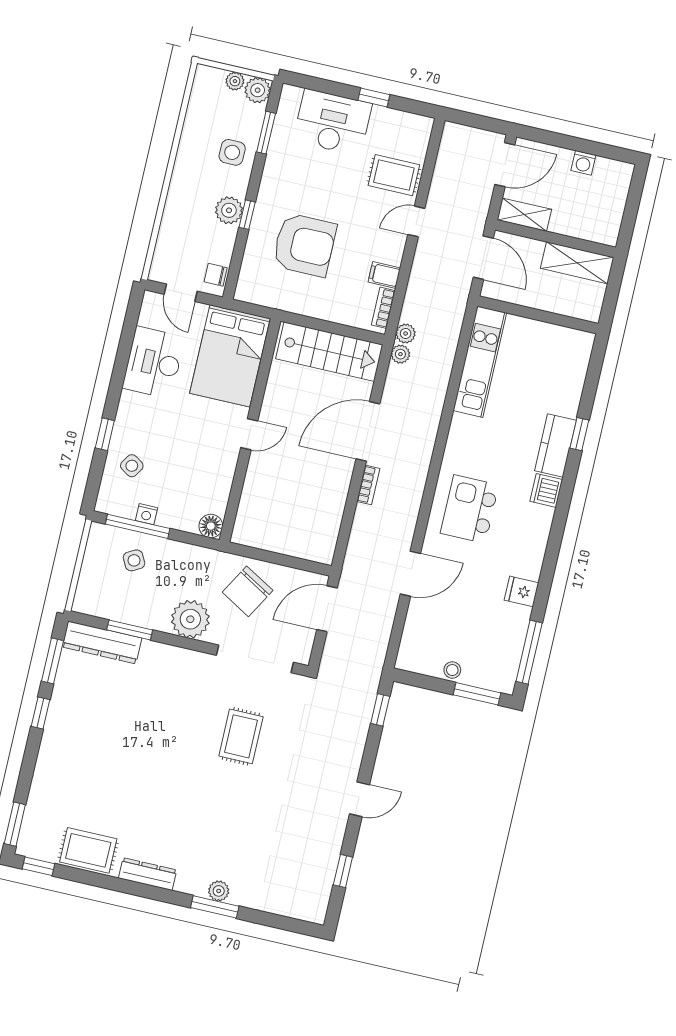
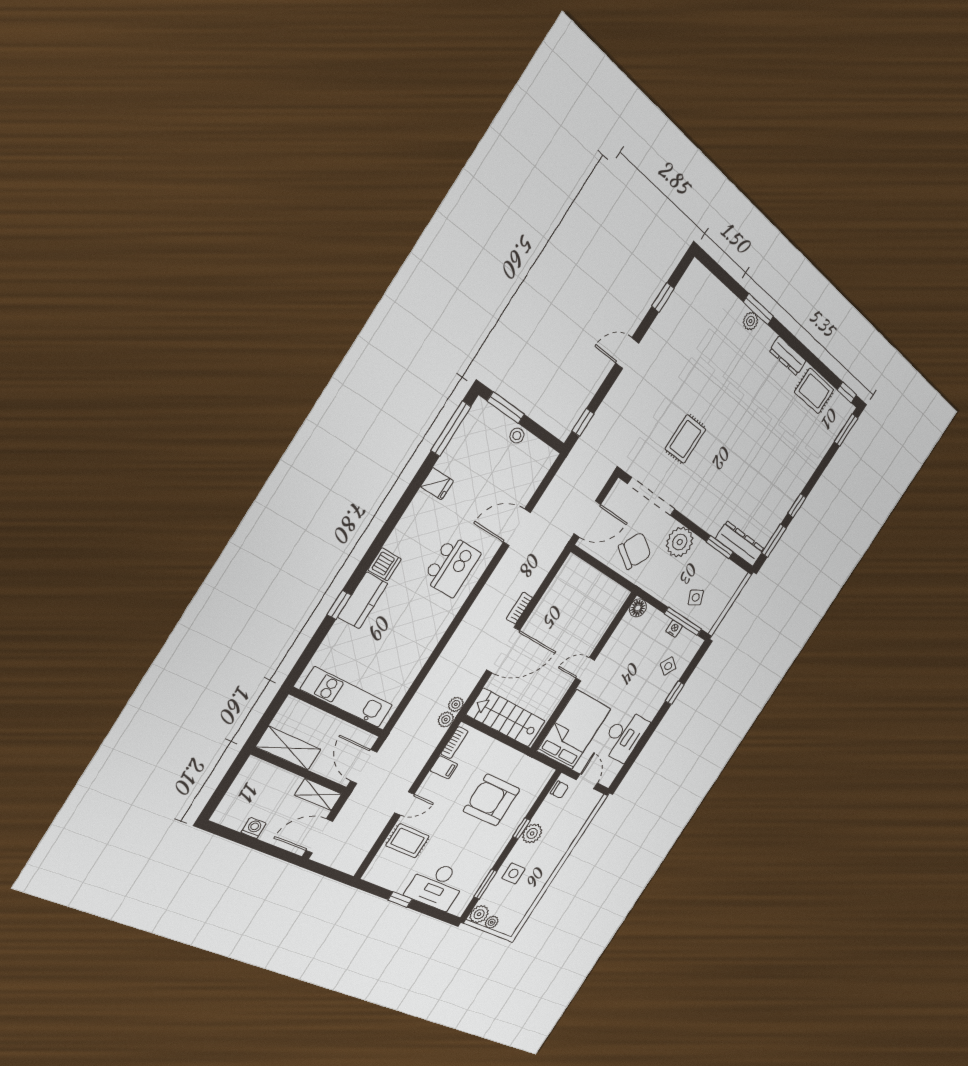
kitchen unit: (480, 362) -> (347, 697), moved, turned 90

